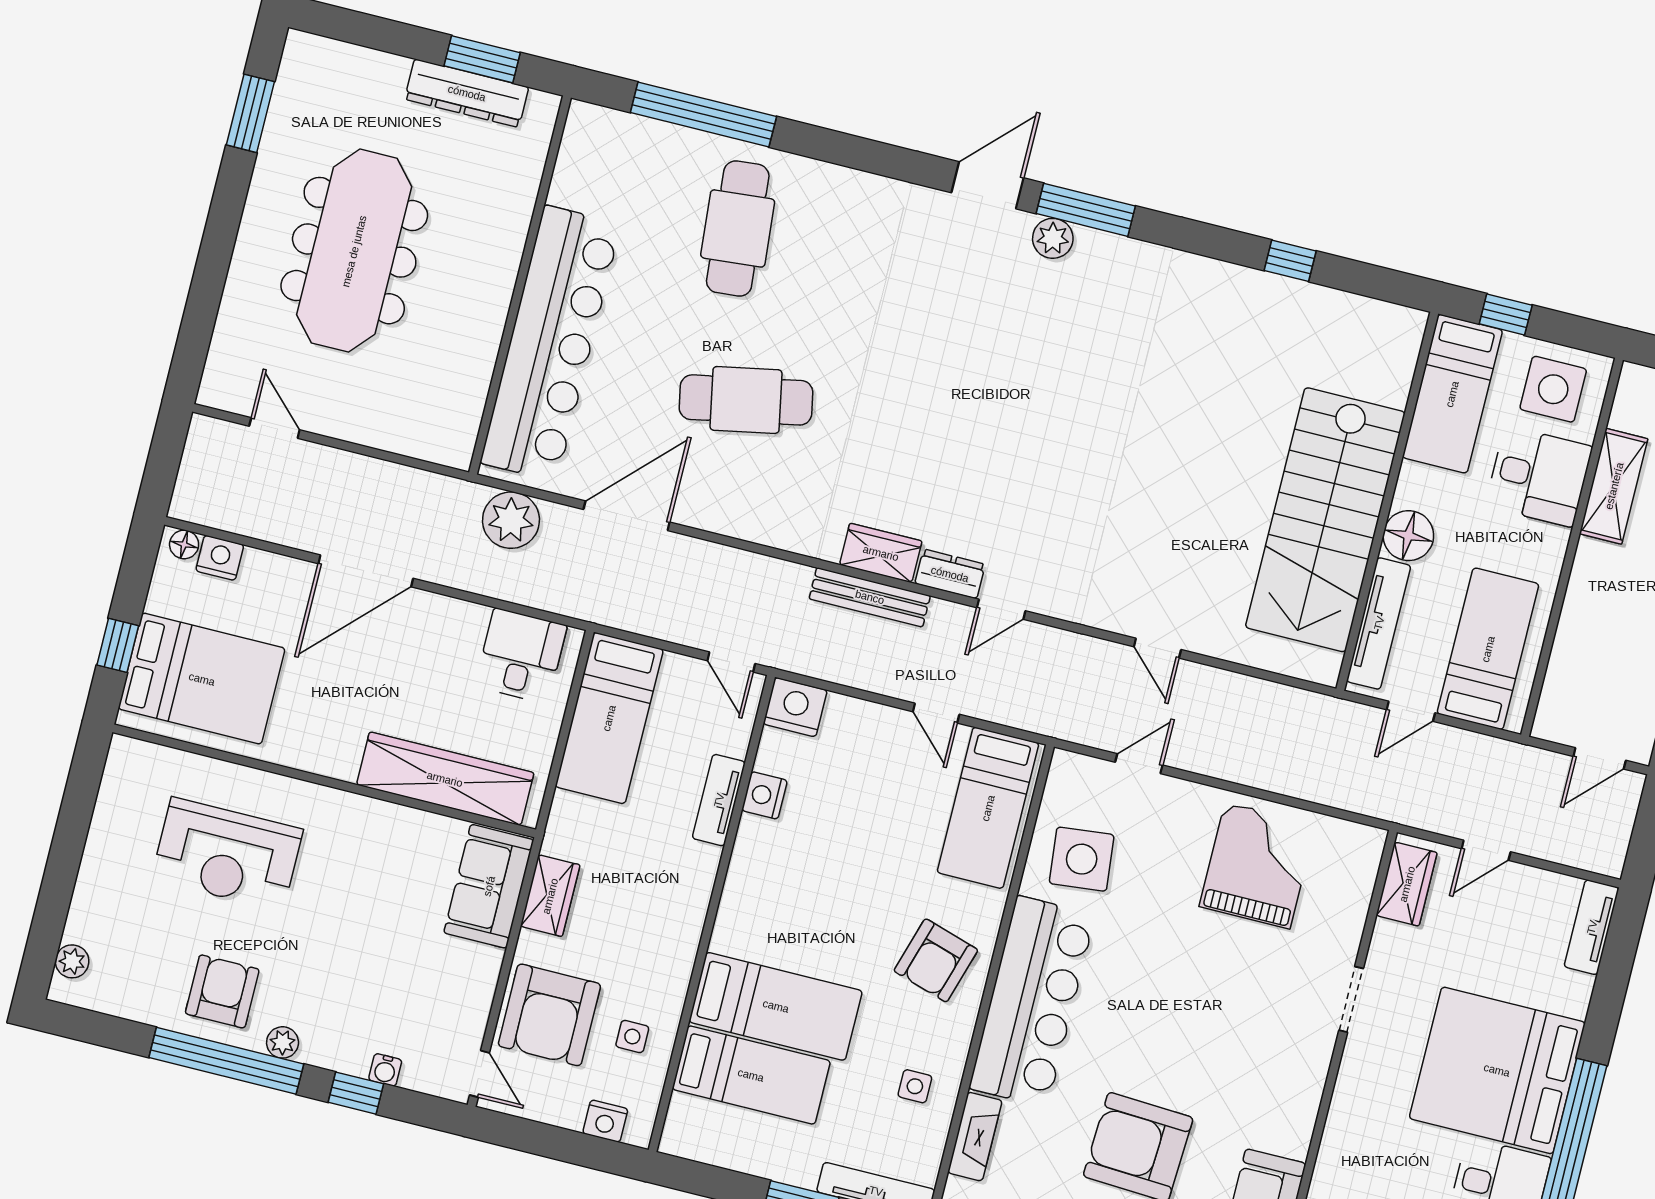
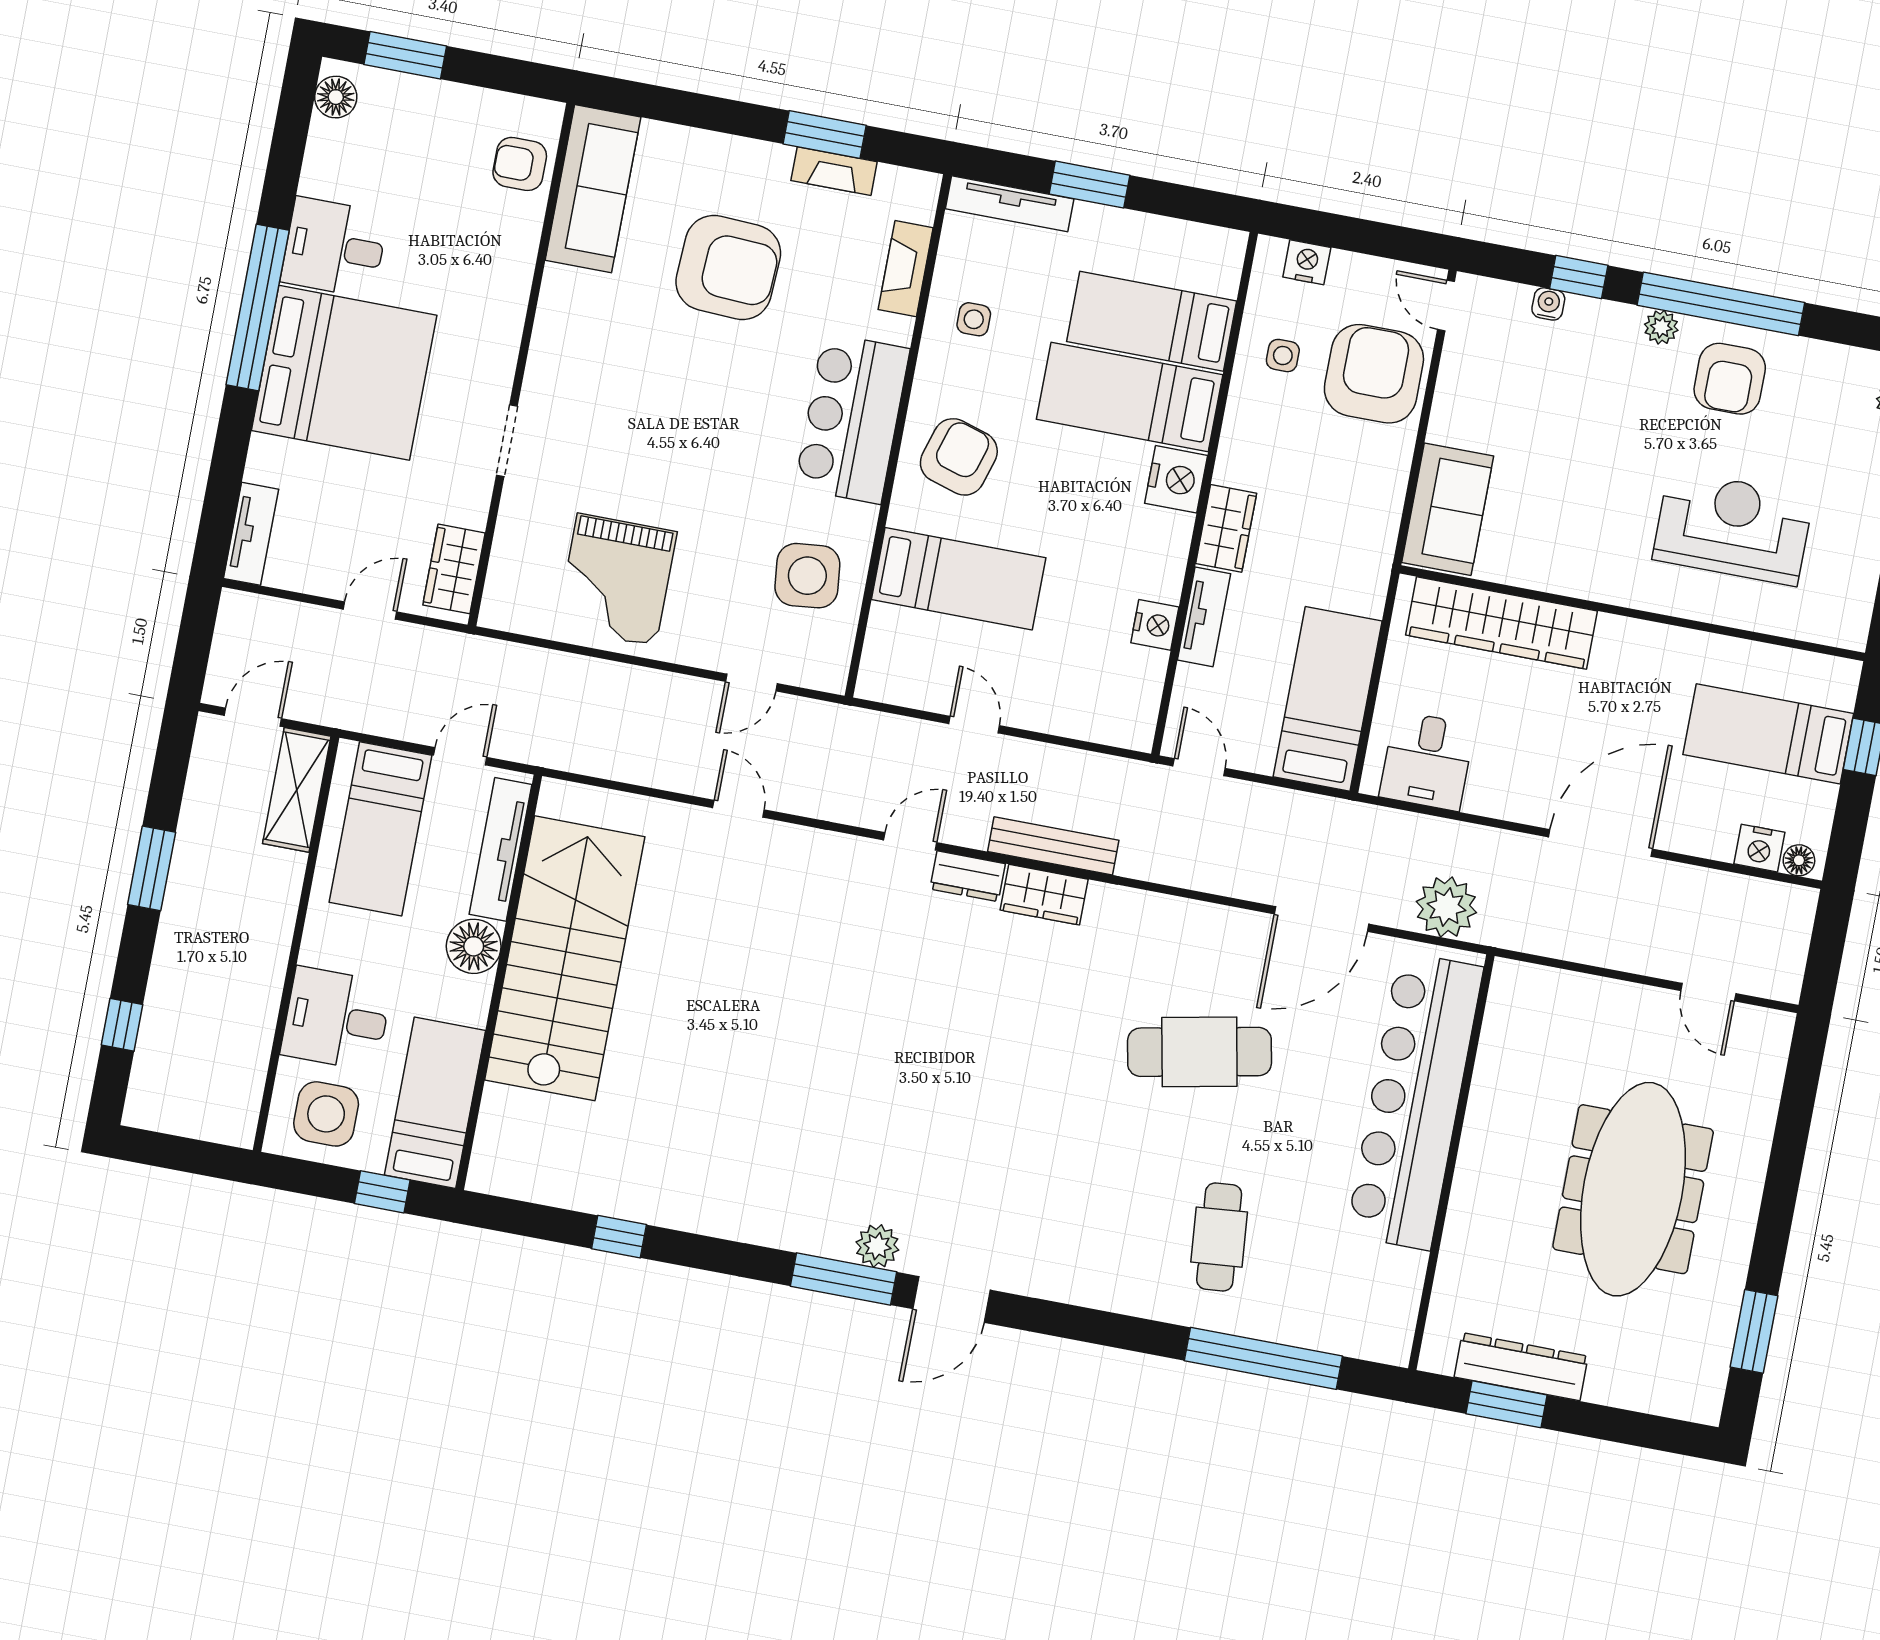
cafe table: (738, 228) -> (1219, 1237), width x0.73, depth x0.74
shelving: (1614, 486) -> (297, 790), moved
bed: (202, 679) -> (1768, 734), width x0.67
nightstand: (795, 707) -> (1176, 479), moved, turned -90
bed: (988, 808) -> (959, 579), moved, turned 90
wardrobe: (550, 896) -> (1226, 528), moved, turned 180
bar counter: (1032, 1001) -> (852, 418), width x0.73

